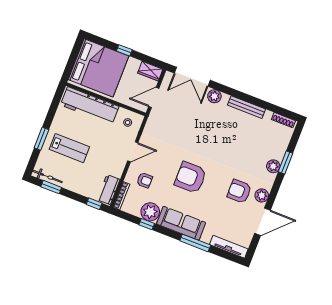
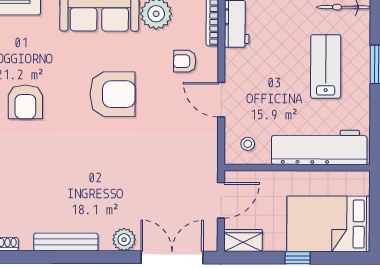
bed: (98, 68) -> (328, 224), width x0.73
lab bench: (69, 148) -> (326, 66), turned 90
door: (133, 152) -> (221, 100), hinge flipped
armchair: (239, 191) -> (25, 102), turned 90

